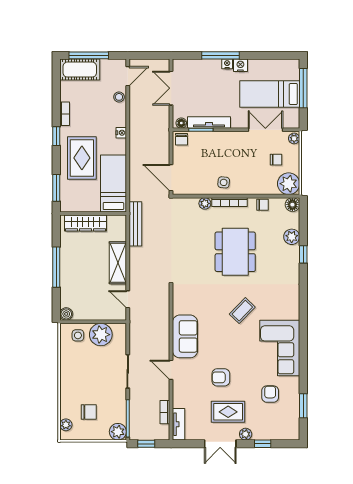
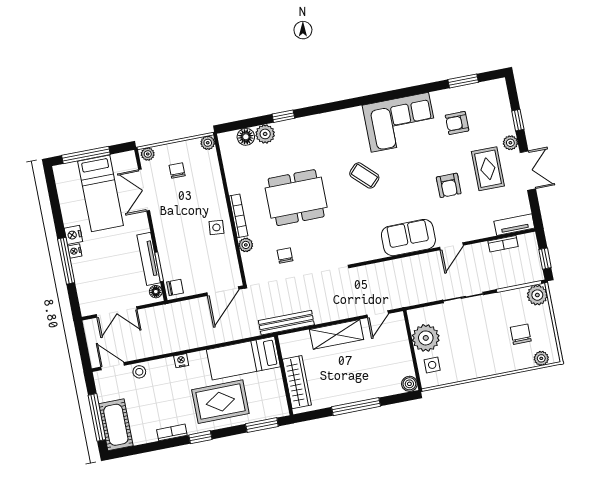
plant: (289, 184) -> (208, 143), width x0.53, depth x0.53
chair: (263, 205) -> (285, 256), moved
floor lamp: (292, 205) -> (246, 137), moved

